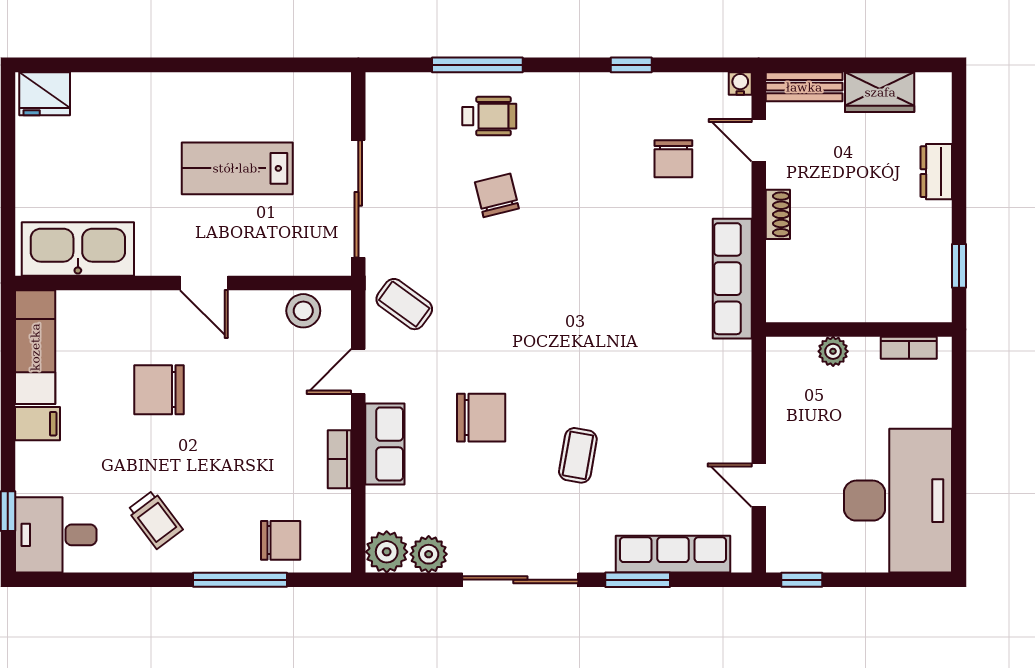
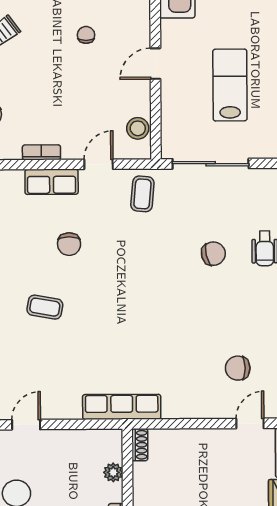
shoe rack: (778, 214) -> (140, 445), moved, turned -90
row of seats: (732, 279) -> (122, 407), moved
coffee table: (404, 304) -> (142, 194), turned -31
door: (358, 372) -> (99, 164), hinge flipped
chair: (159, 390) -> (86, 35), width x0.54, depth x0.54
chair: (481, 418) -> (69, 244), width x0.73, depth x0.73

